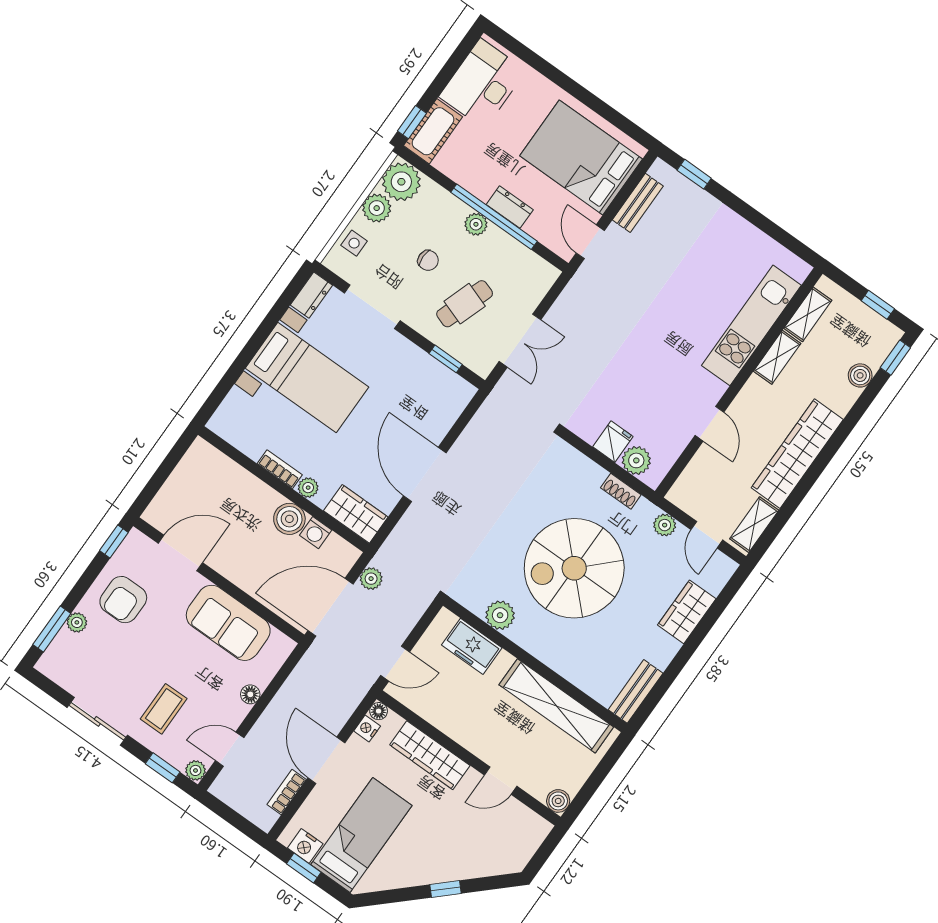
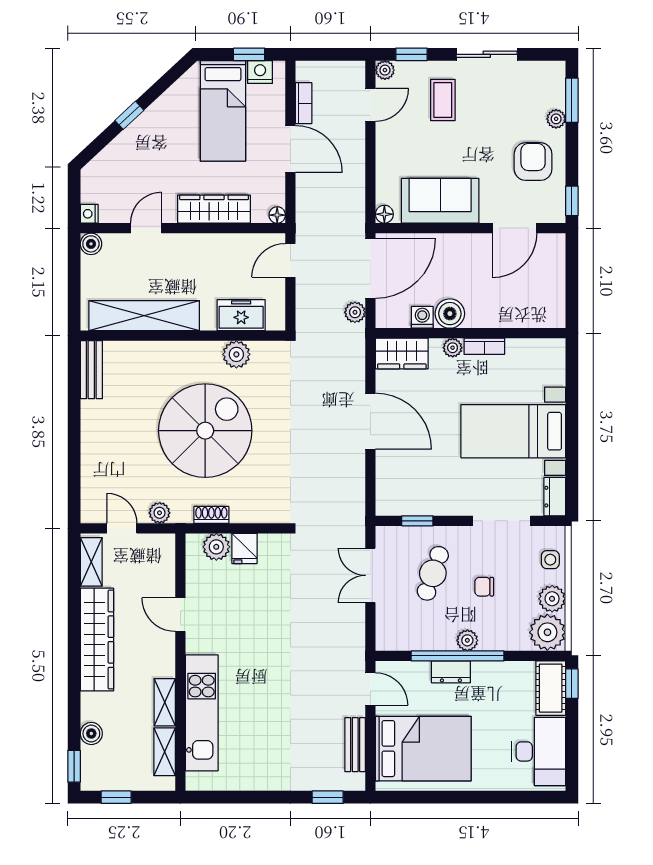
wardrobe: (687, 612) -> (95, 458), removed
floor lamp: (250, 694) -> (384, 214), moved
nightstand: (367, 729) -> (89, 214), moved, turned 180

